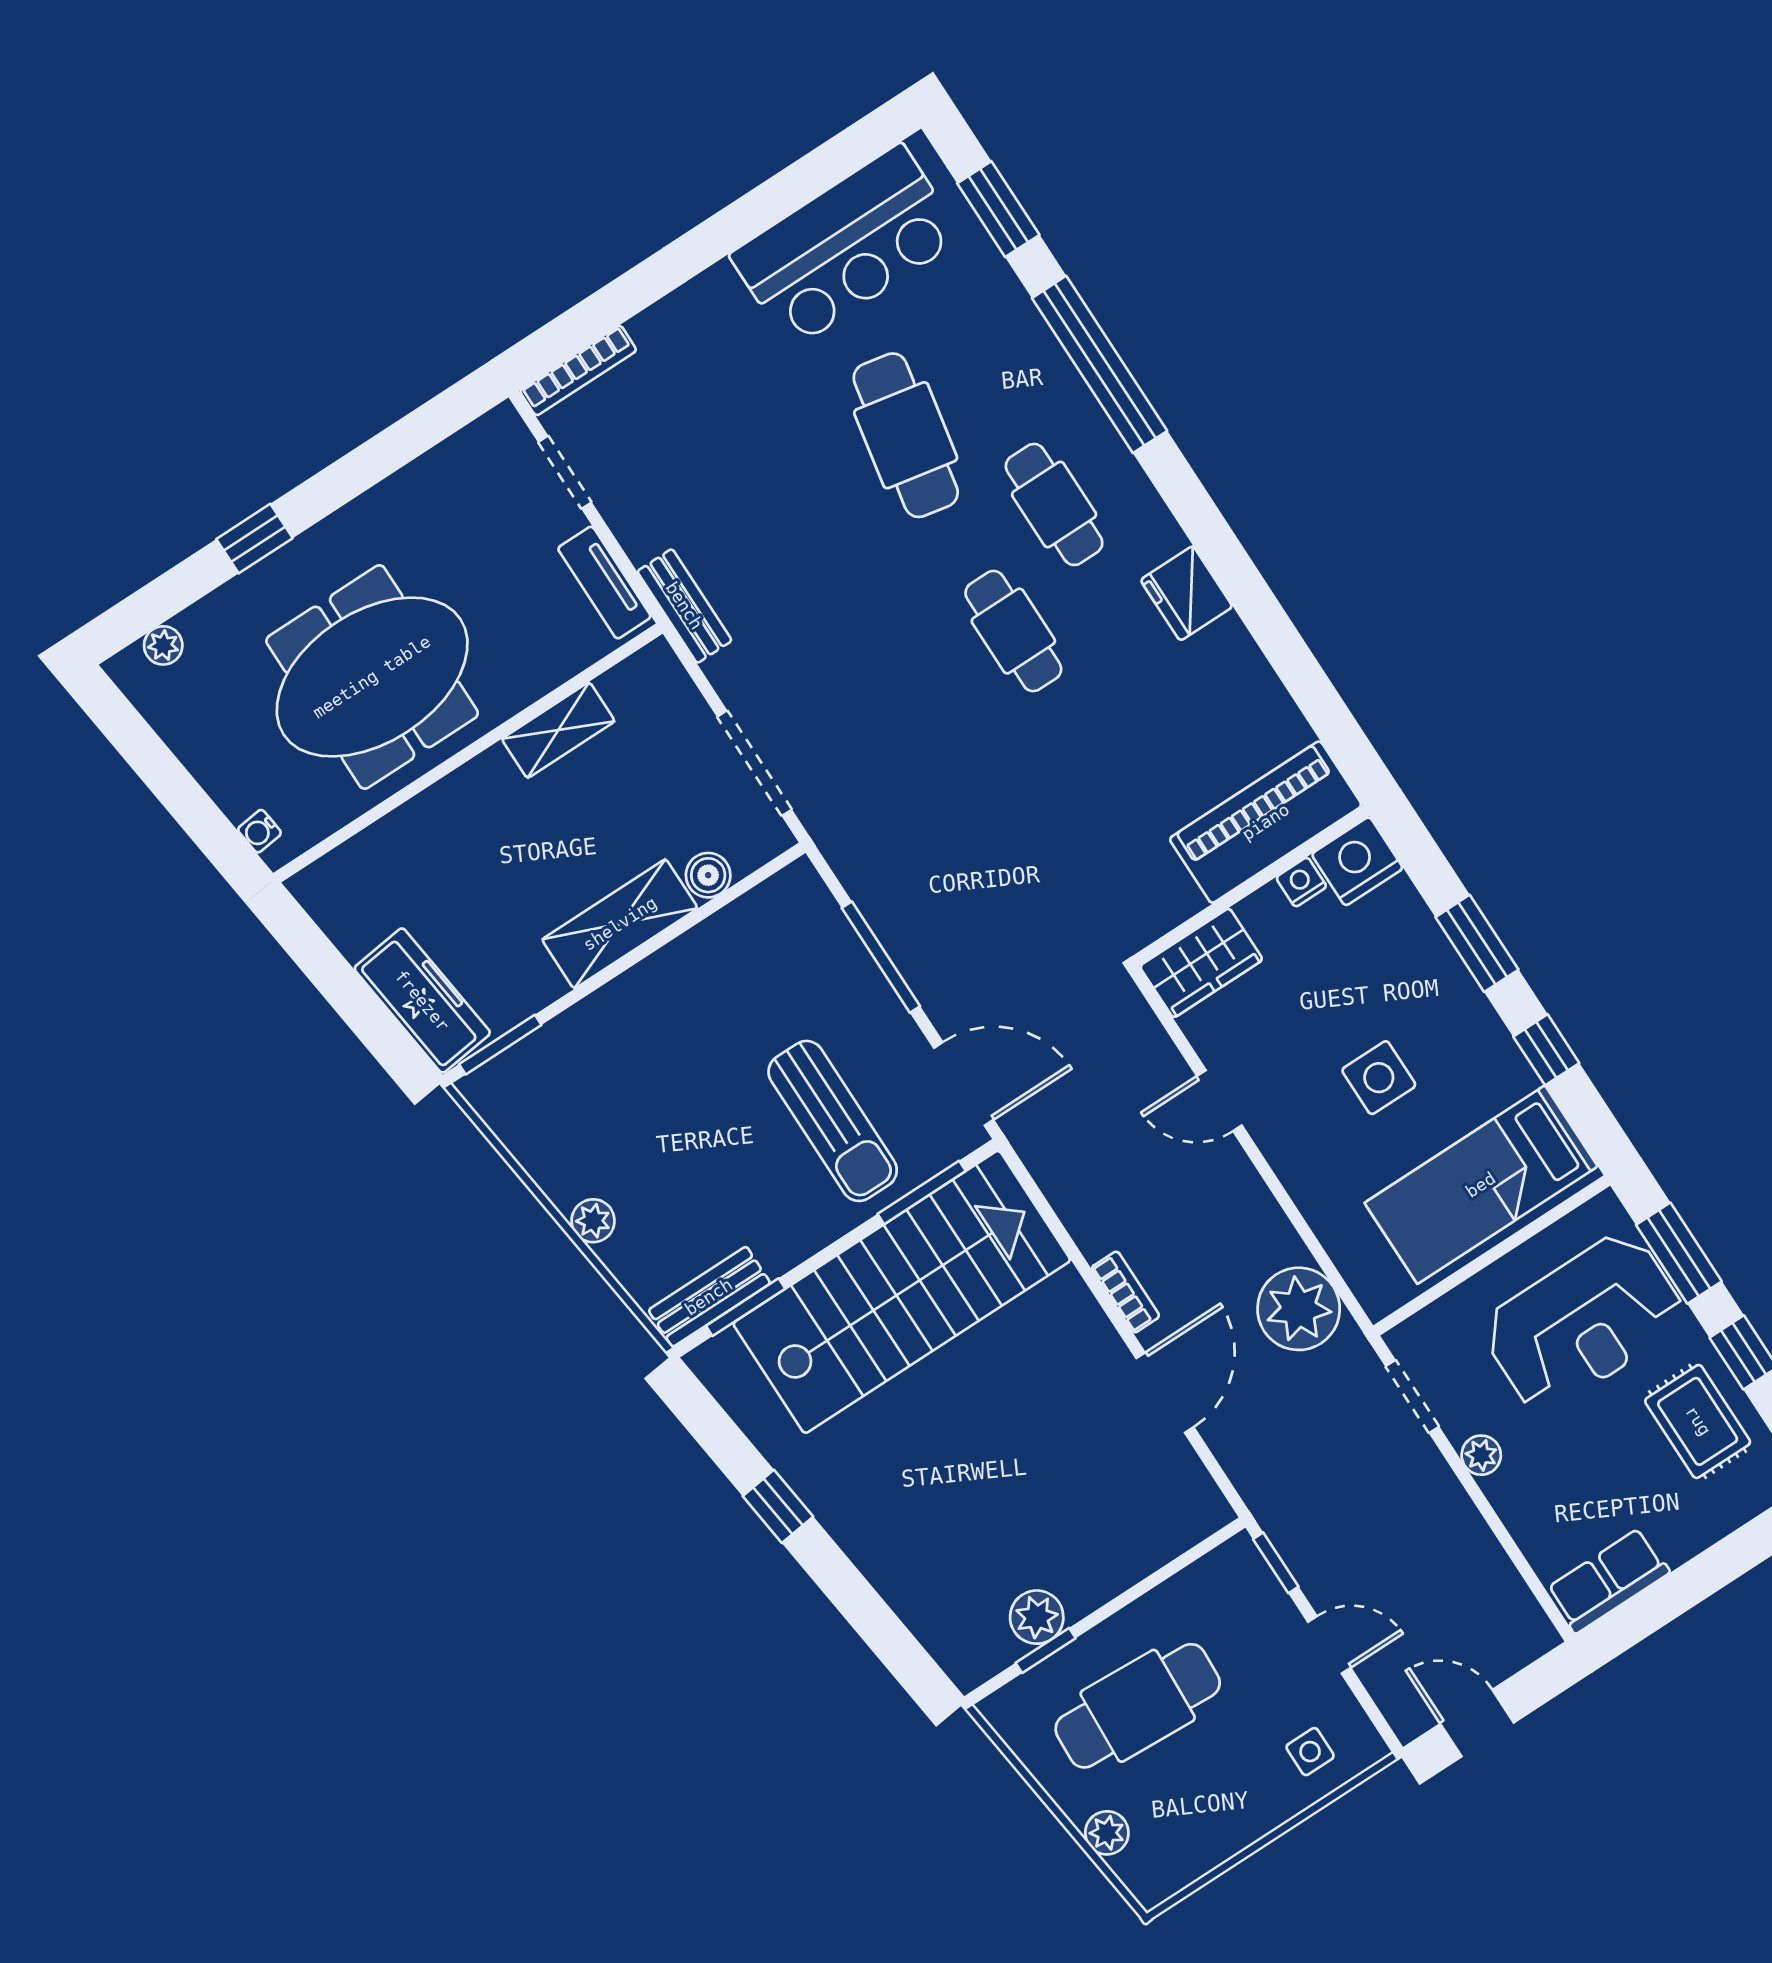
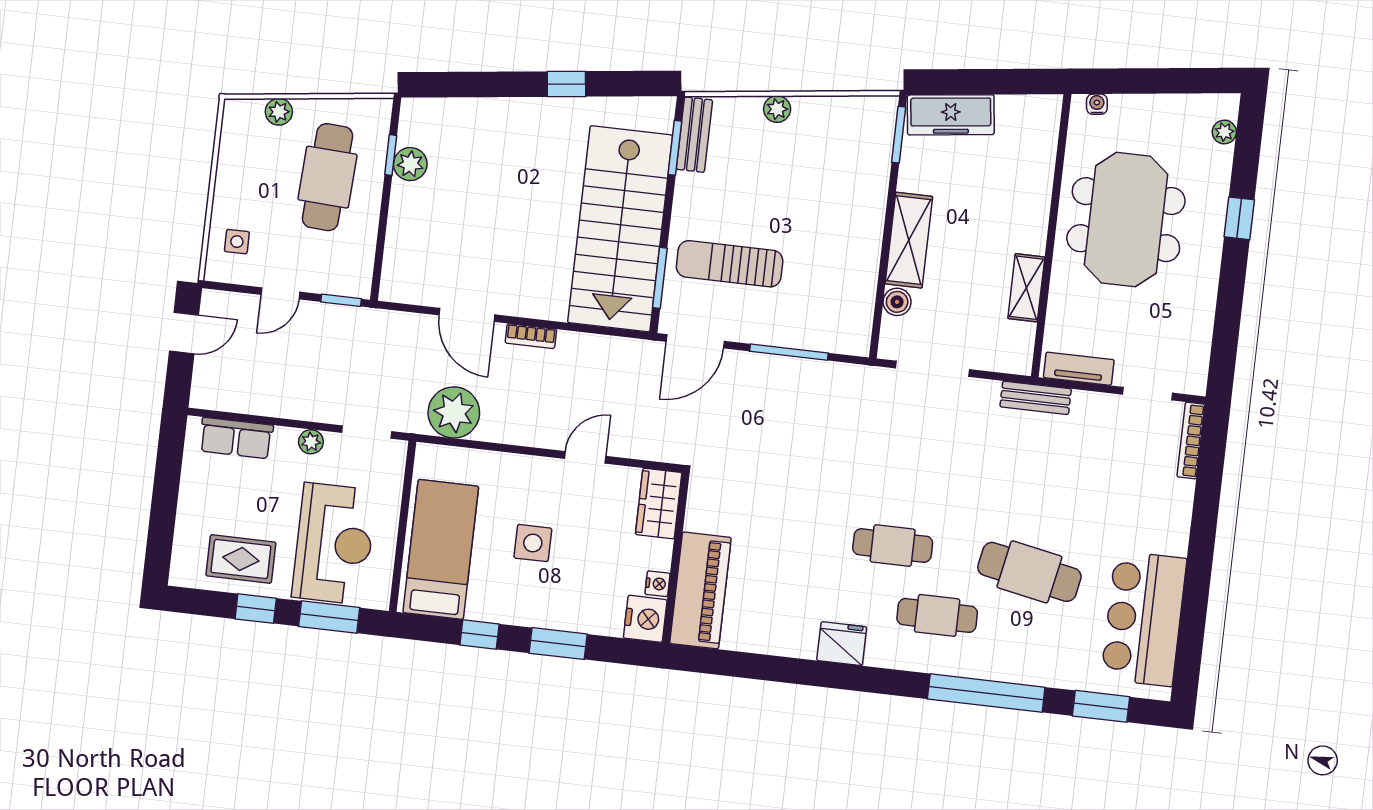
reception desk: (1583, 1322) -> (334, 544), turned 180
row of seats: (1608, 1581) -> (236, 438), moved, turned 90

